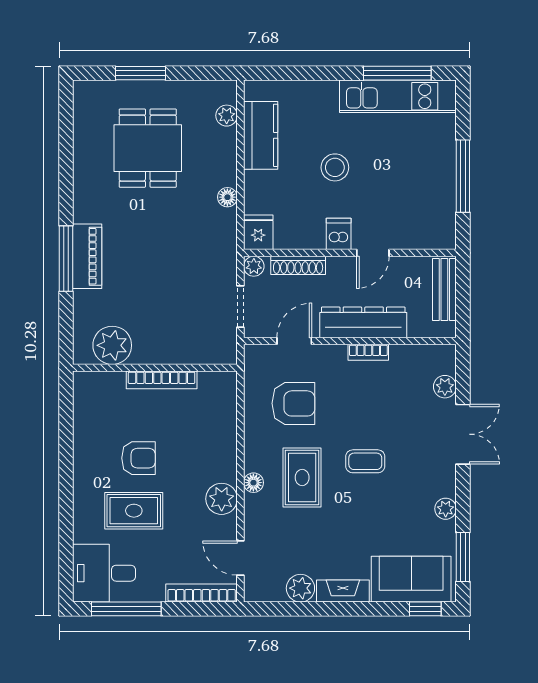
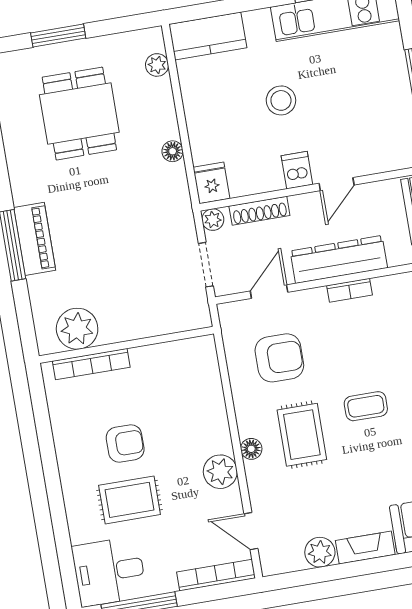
kitchen counter: (261, 135) -> (208, 36), moved, turned 90
bookcase: (162, 380) -> (91, 364), moved

